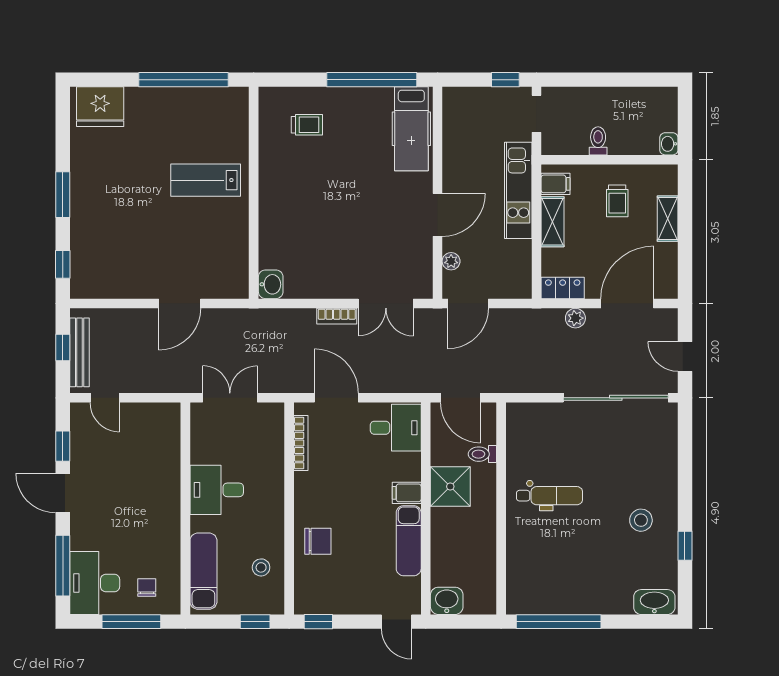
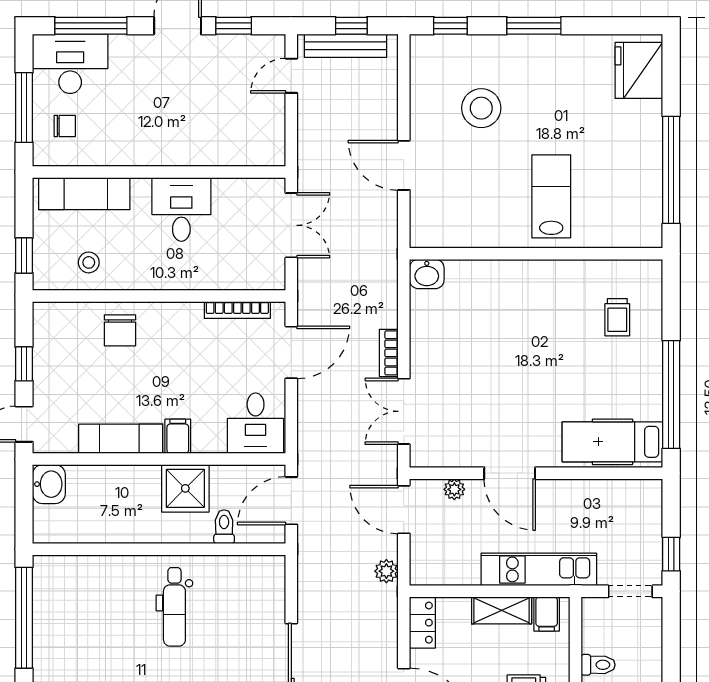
stool: (132, 239) -> (481, 108), added
plant: (575, 318) -> (386, 571), moved
window: (318, 622) -> (24, 364), moved

